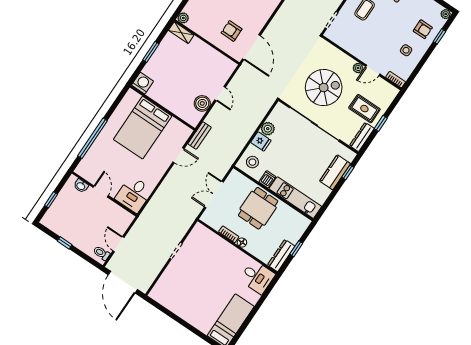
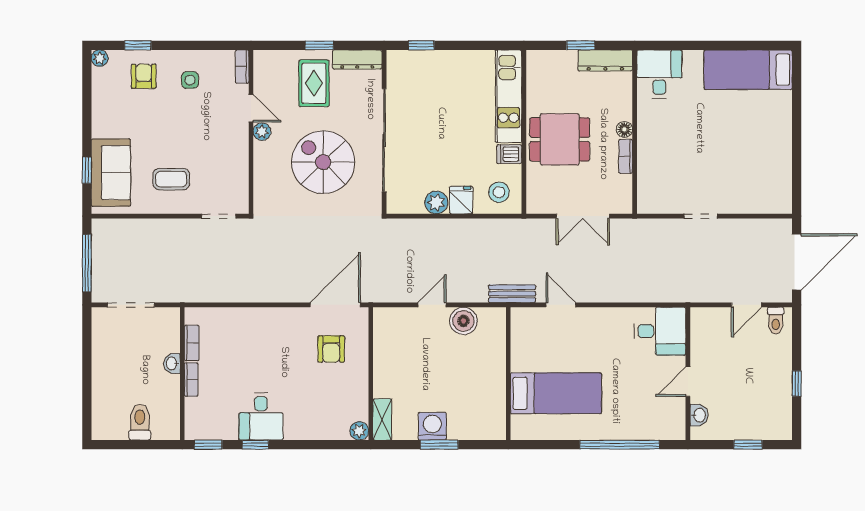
washing machine: (142, 83) -> (432, 426), moved, turned 90
bed: (143, 128) -> (556, 393), width x0.67
kitchen counter: (335, 172) -> (434, 64), removed

